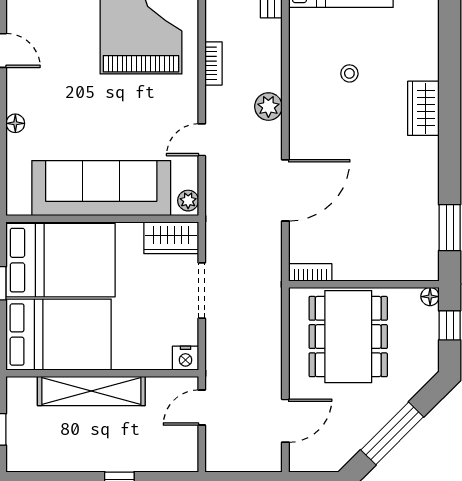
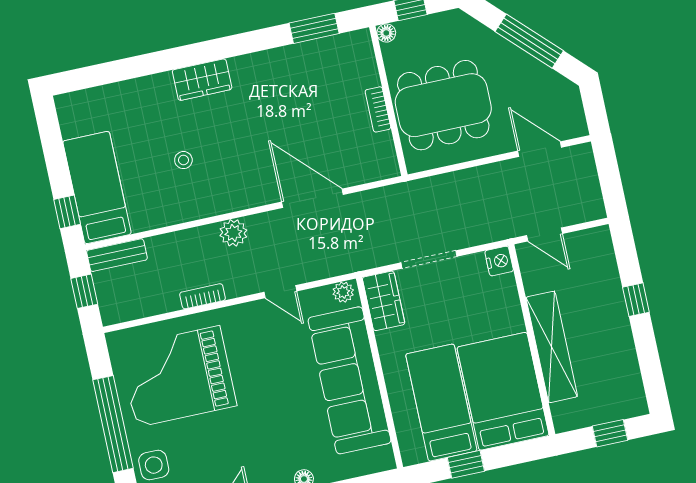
bed: (61, 260) -> (441, 403), width x0.67
bookcase: (310, 272) -> (378, 109), moved

